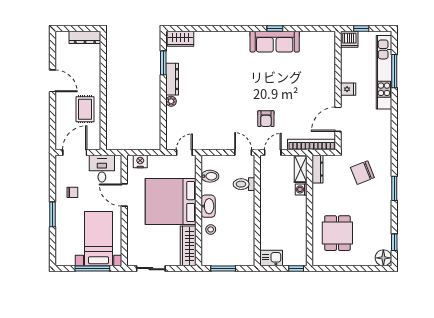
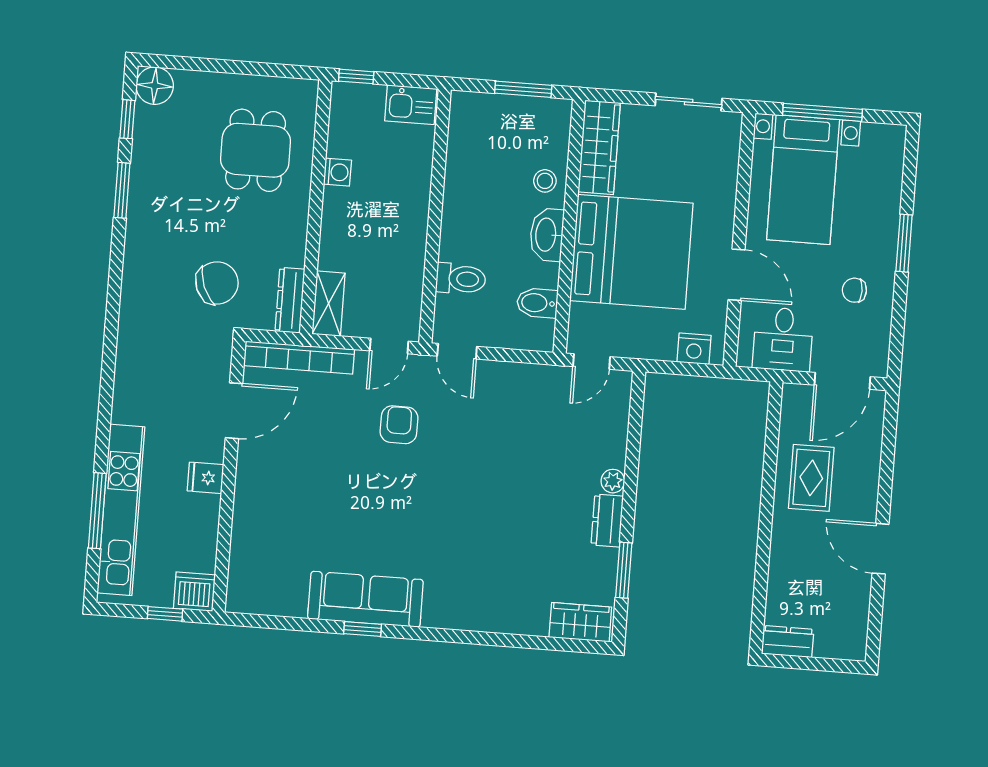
dresser: (85, 37) -> (788, 642), width x0.70
dresser: (172, 79) -> (607, 520), width x0.70
chair: (362, 173) -> (217, 283), moved
window: (394, 188) -> (122, 190), moved
washing machine: (301, 189) -> (337, 172), moved

